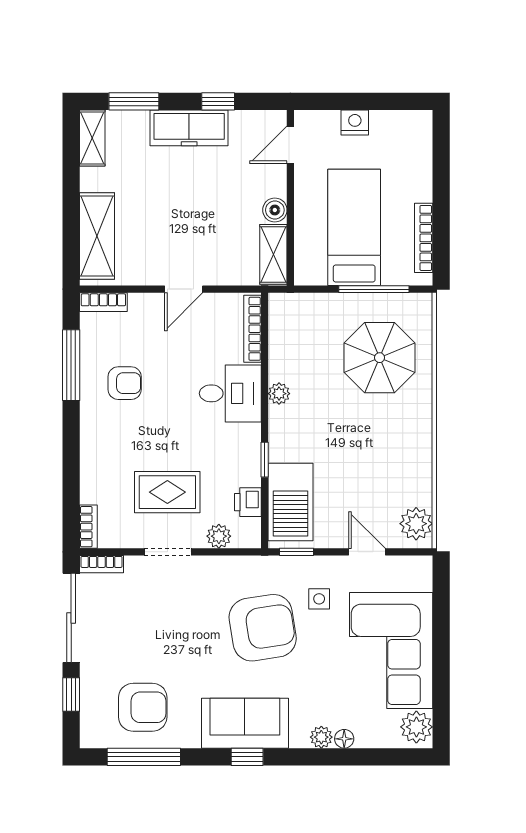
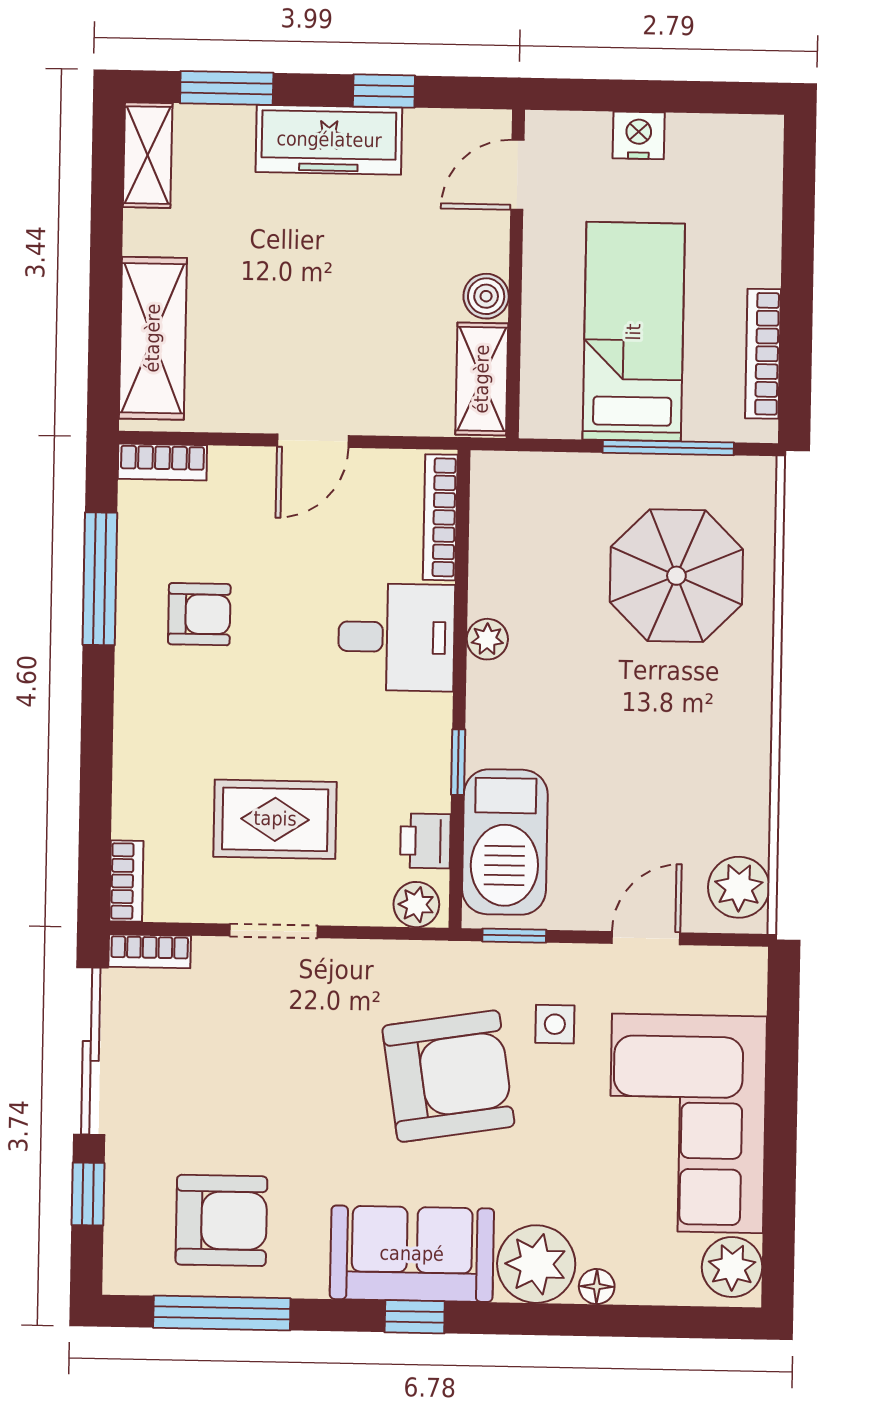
plant: (219, 536) -> (416, 905), moved
door: (367, 552) -> (646, 938), hinge flipped
plant: (321, 737) -> (536, 1264), width x1.88, depth x1.88

